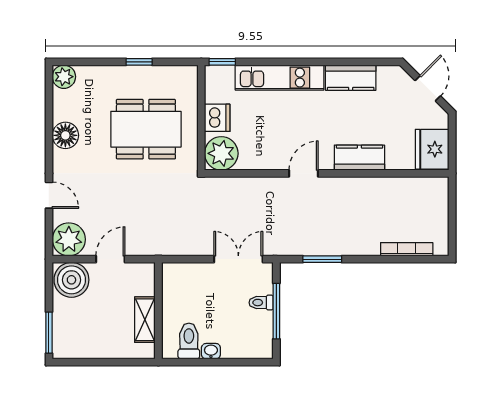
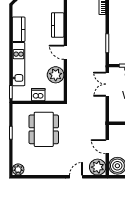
floor lamp: (65, 135) -> (47, 169), removed
plant: (221, 153) -> (56, 75), moved

